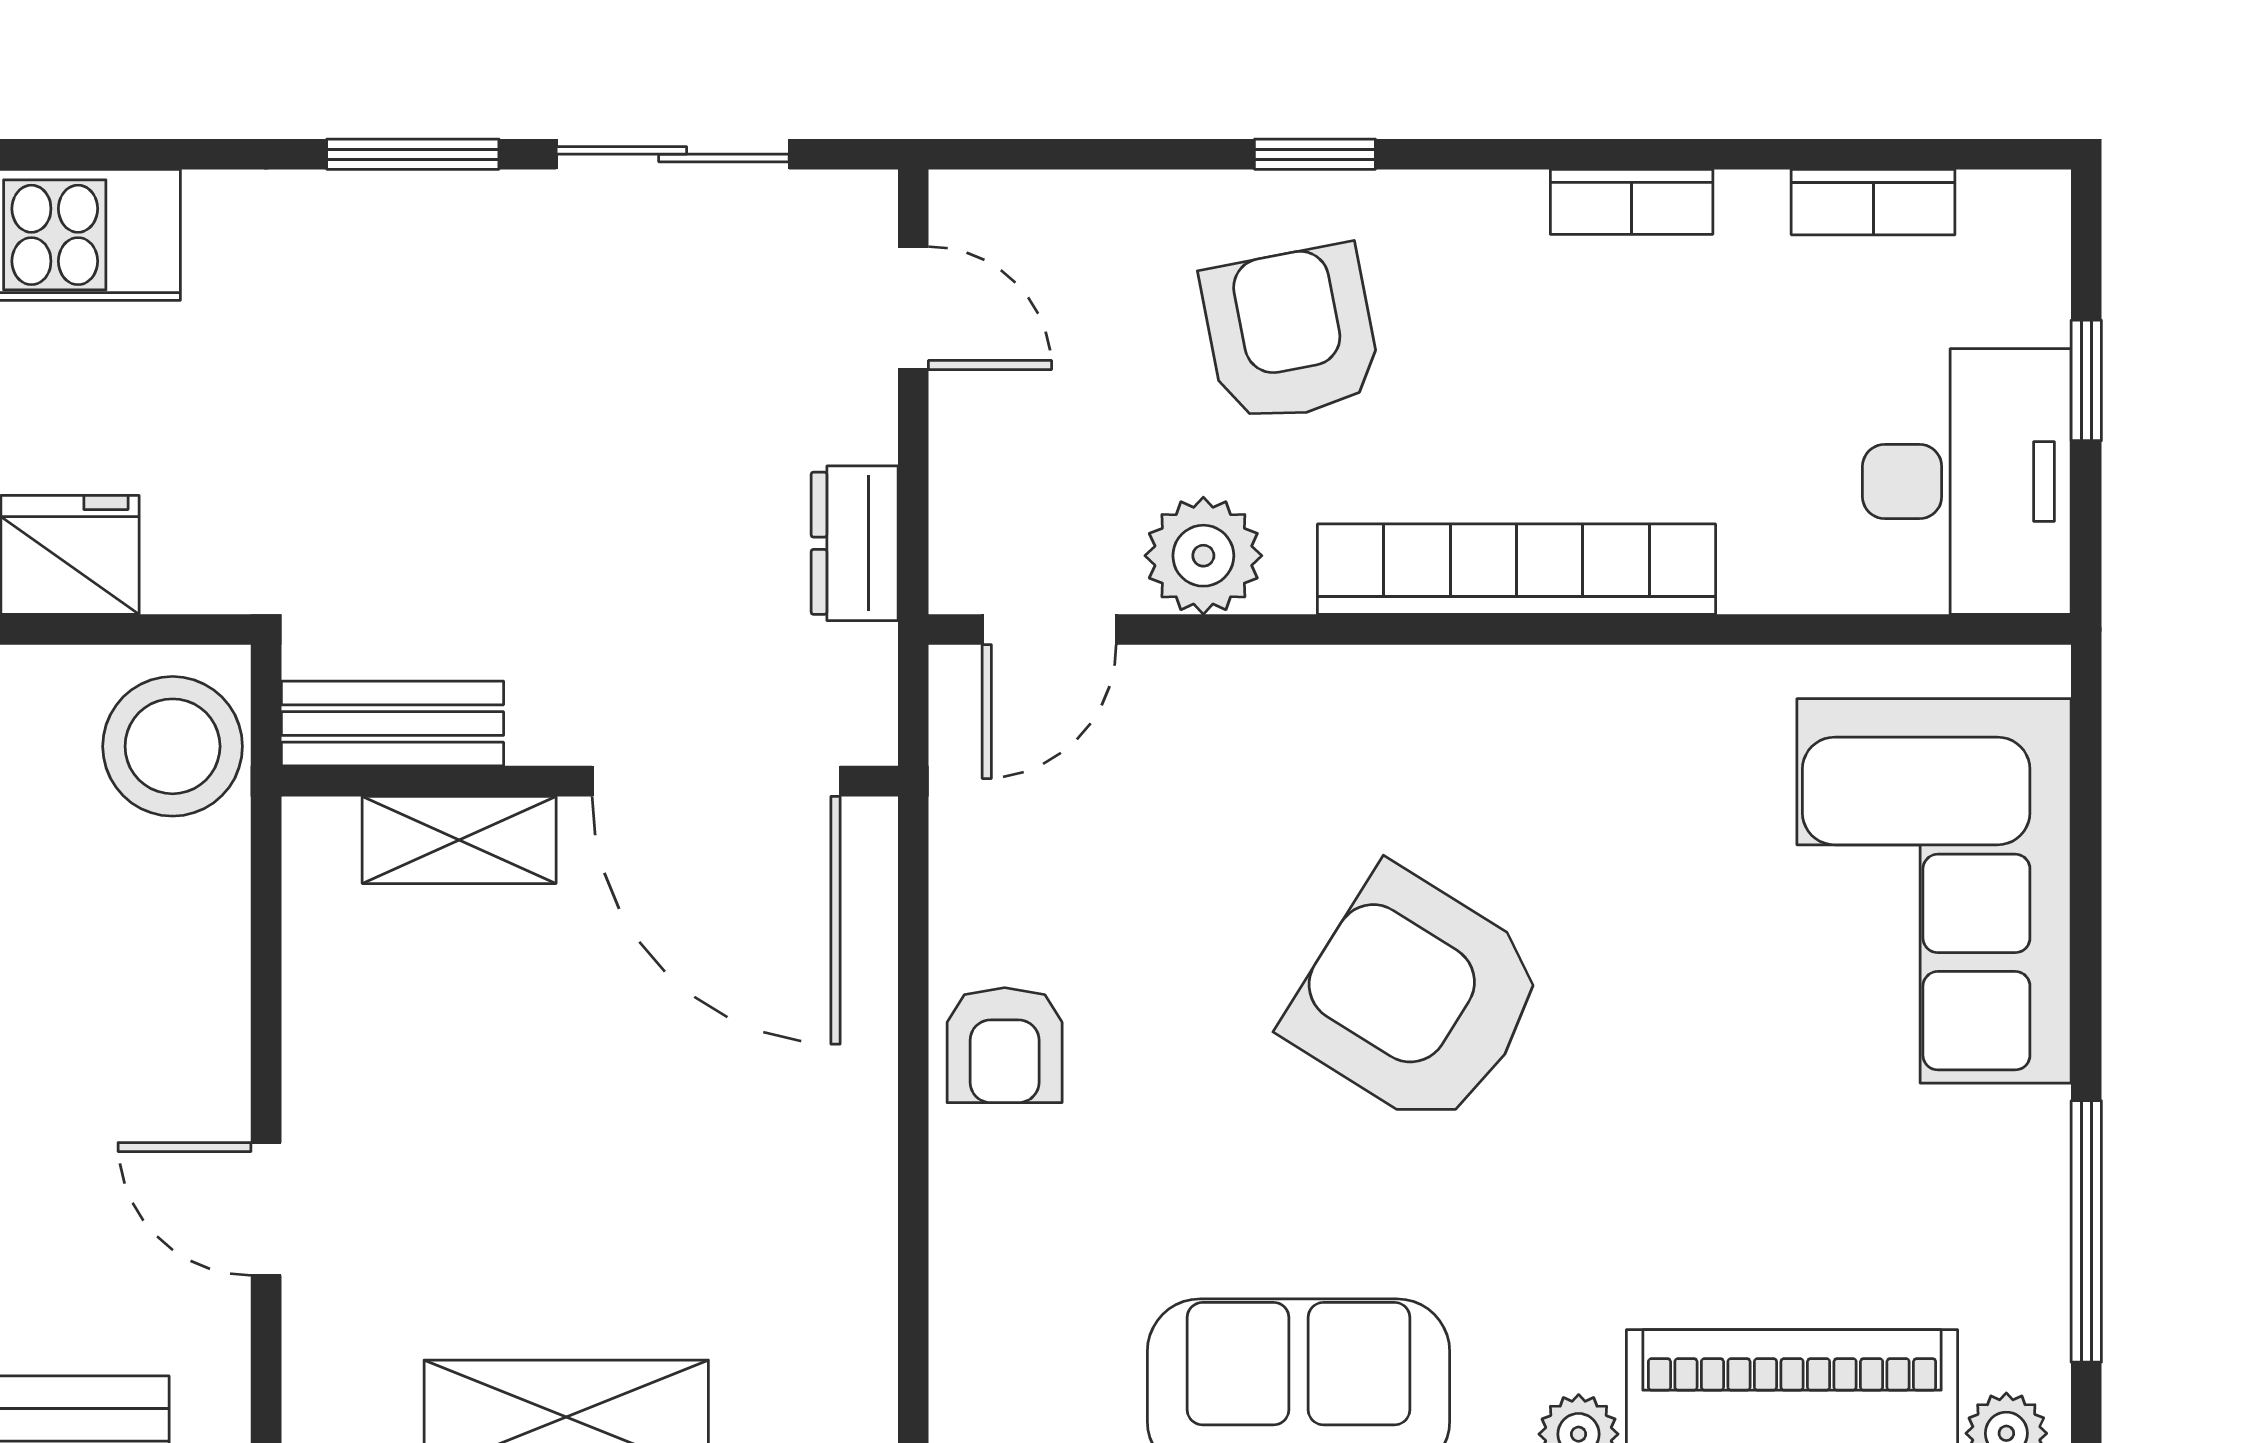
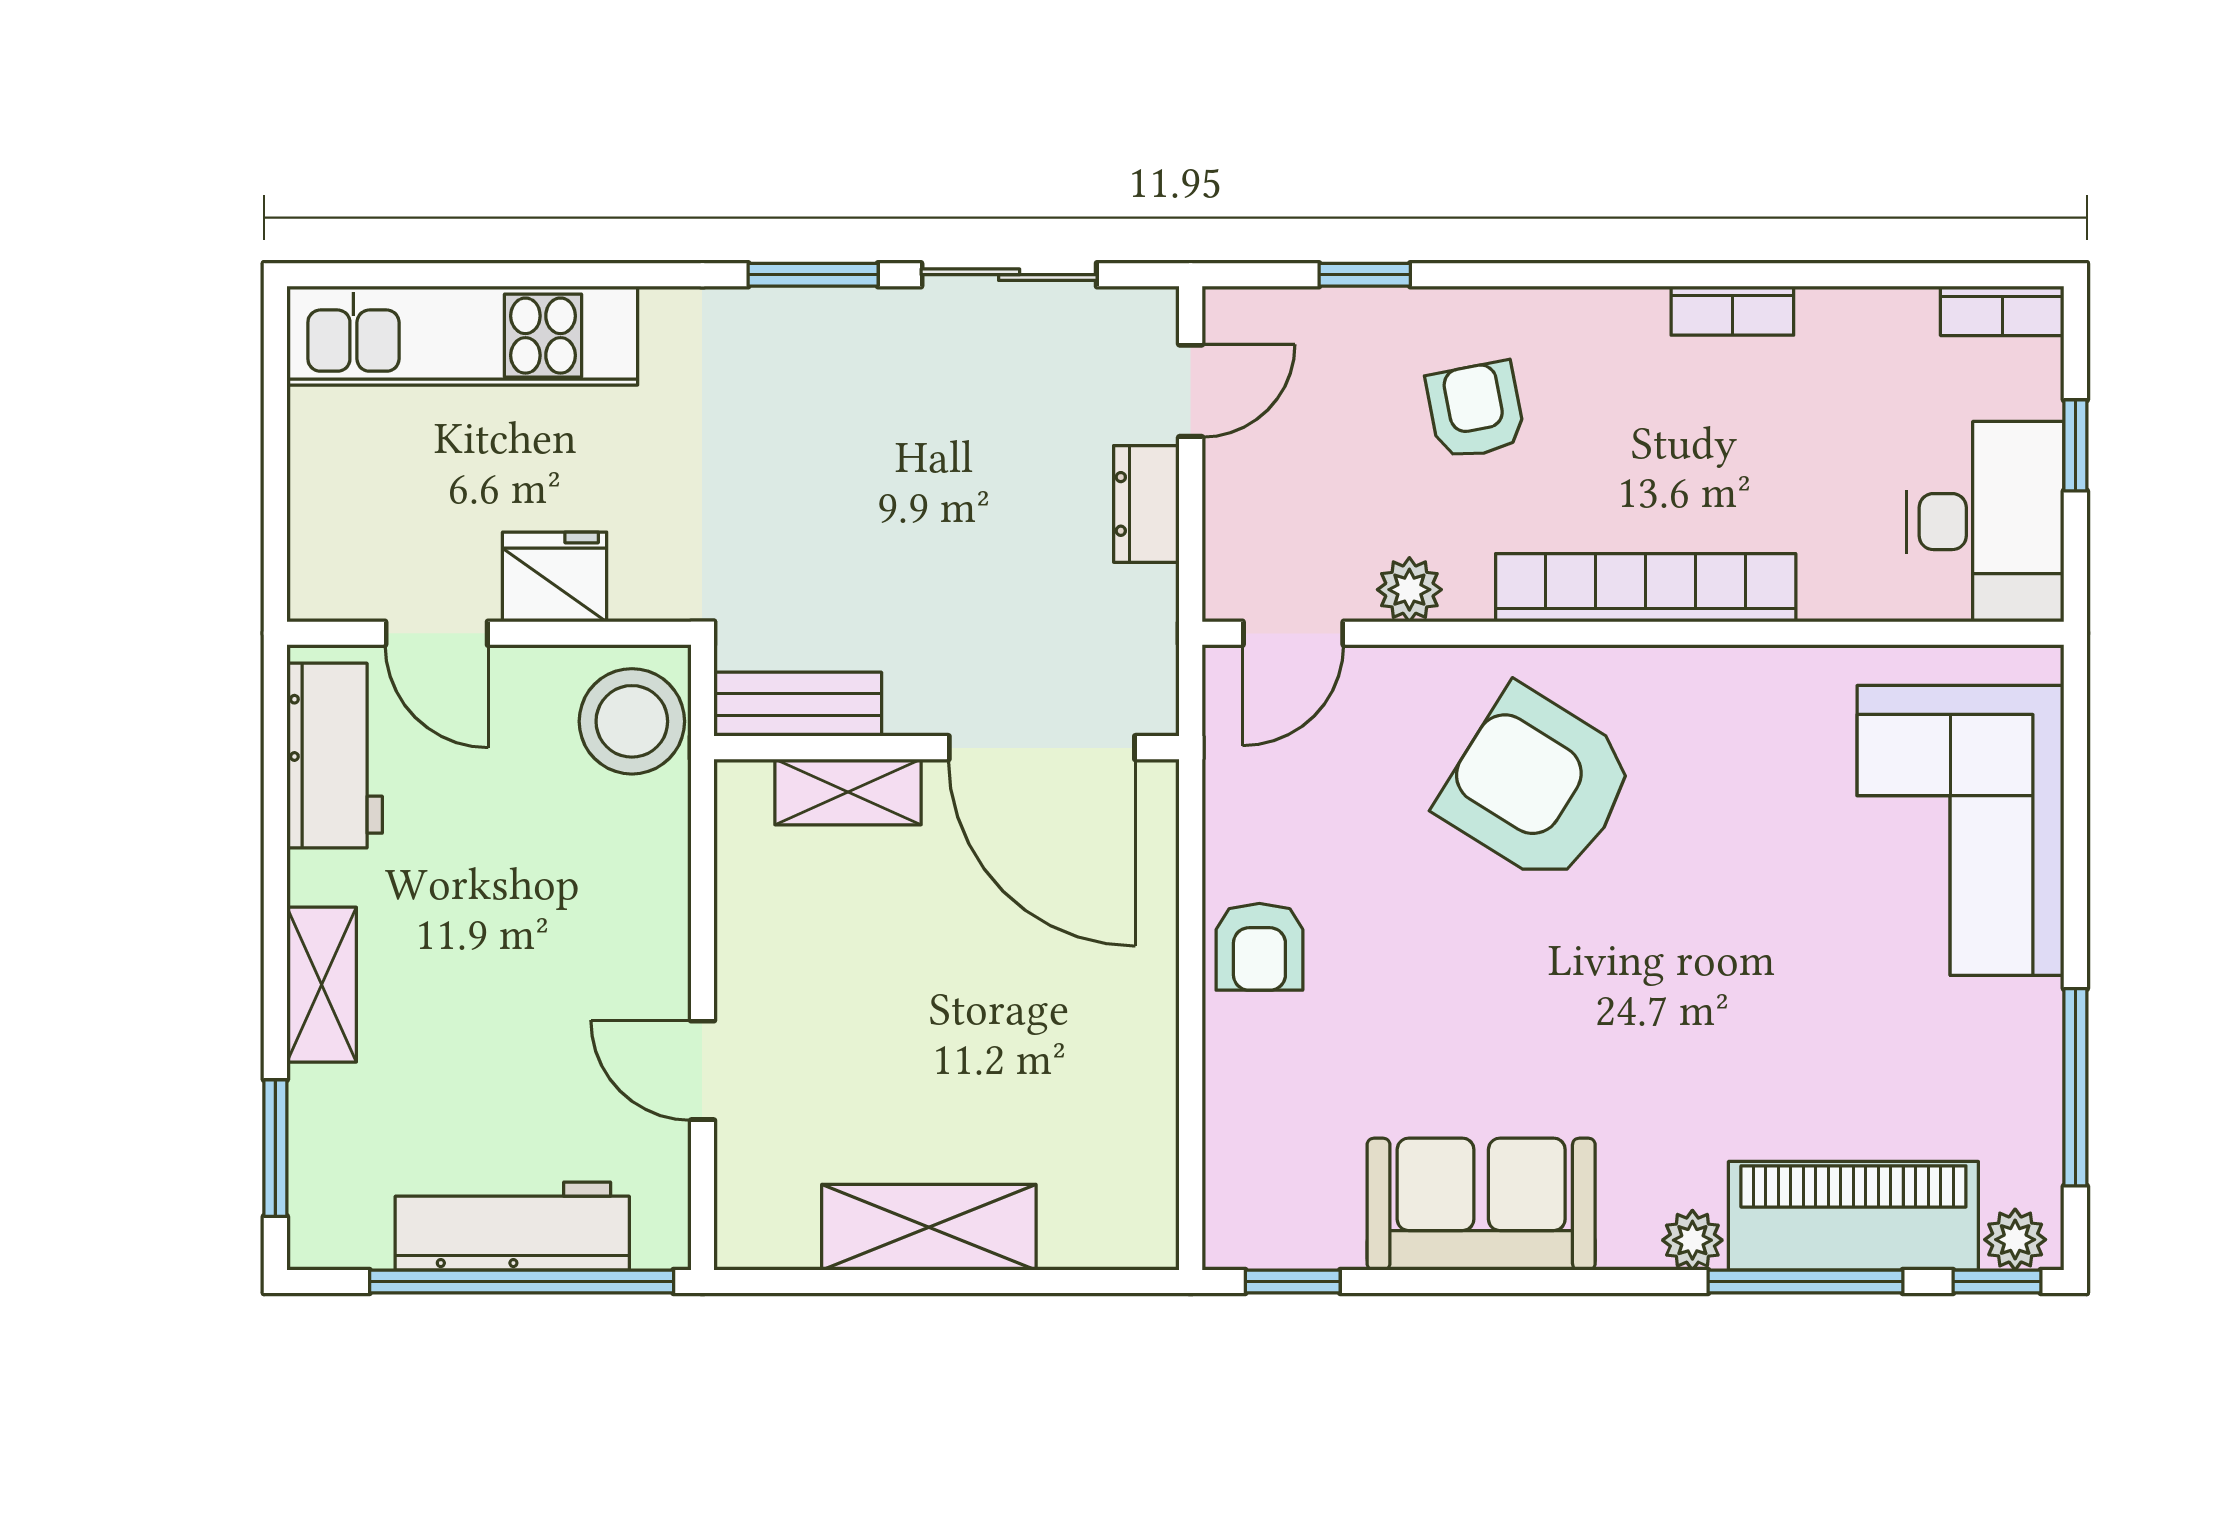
window: (1315, 154) -> (1365, 275), moved
bookcase: (1873, 202) -> (2002, 311), moved
door: (913, 308) -> (1191, 391), hinge flipped
armchair: (1291, 334) -> (1476, 410), width x0.72, depth x0.72
dresser: (855, 543) -> (1146, 504), moved
plant: (1203, 556) -> (1409, 590), width x0.73, depth x0.73
armchair: (1417, 999) -> (1538, 786), moved

